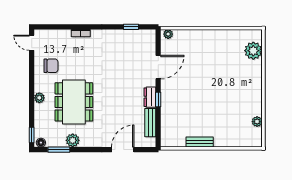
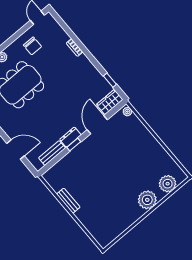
wardrobe: (148, 42) -> (110, 102), added
door: (158, 67) -> (97, 125), swing flipped
plant: (257, 122) -> (147, 200), moved, width x1.87, depth x1.87

